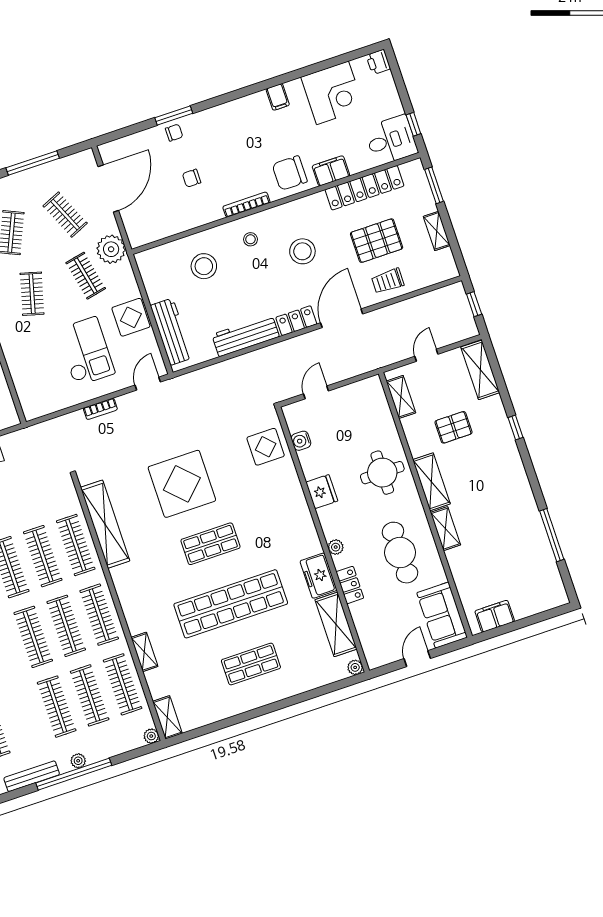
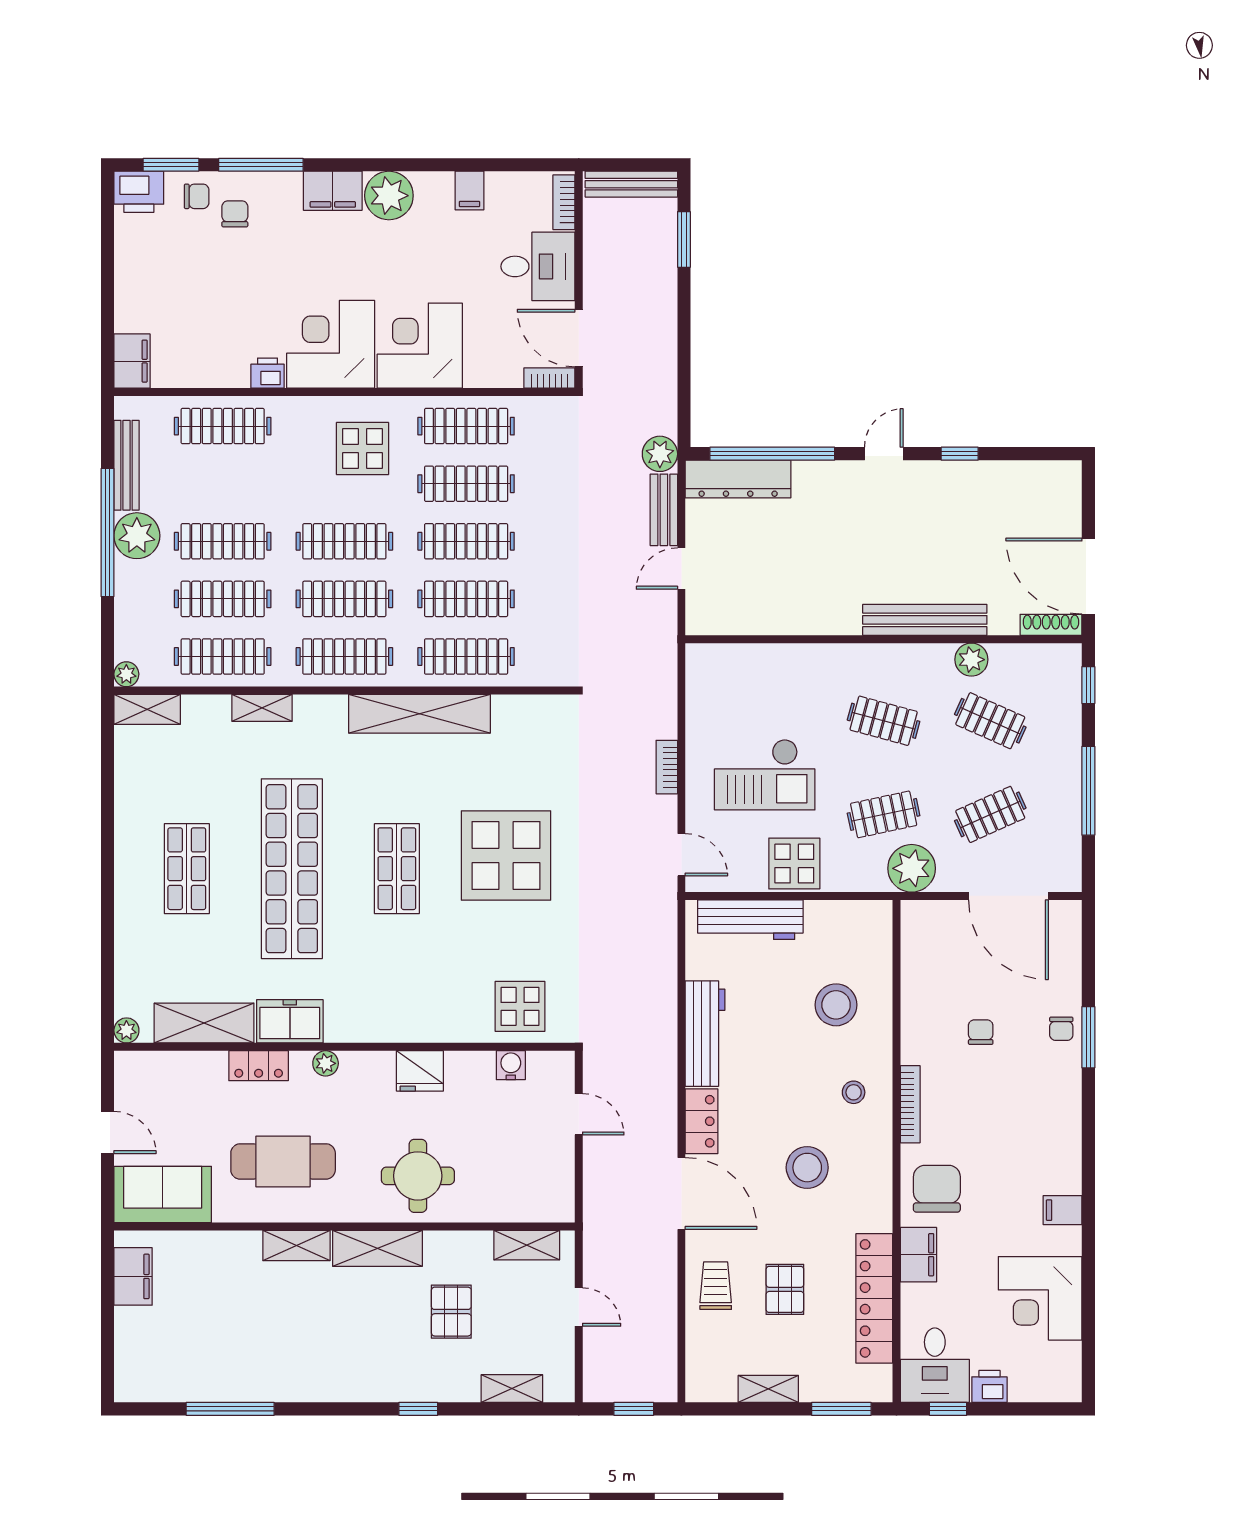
printer: (378, 62) -> (989, 1386), moved
pallet: (377, 241) -> (785, 1289), width x0.67, depth x0.71
shelving: (480, 370) -> (512, 1389), width x0.67, depth x0.75
shelving: (105, 524) -> (419, 714), moved
plant: (78, 761) -> (137, 536), width x1.87, depth x1.87

